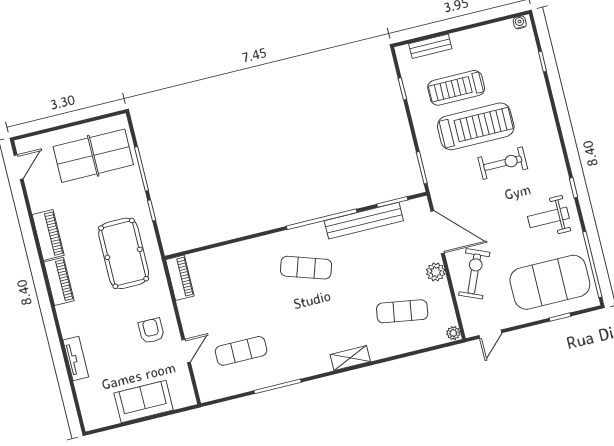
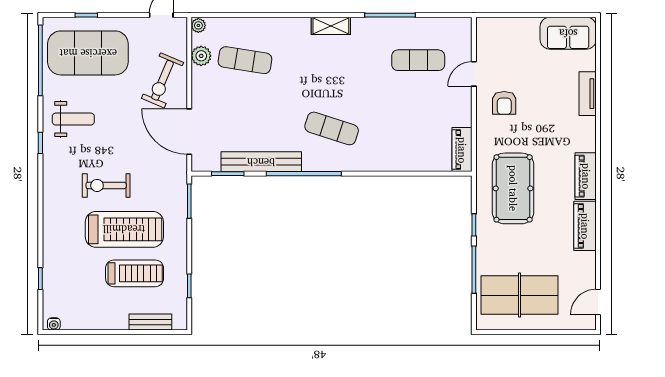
treadmill: (476, 126) -> (124, 229), turned 180
plant: (436, 272) -> (201, 56), moved
shelving: (350, 358) -> (331, 26), moved
sofa: (144, 402) -> (568, 33), moved

